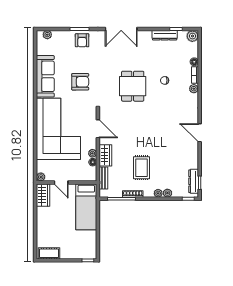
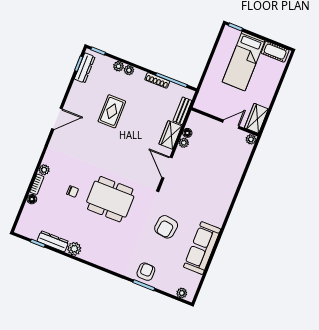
double door: (121, 29) -> (98, 267), removed
plant: (192, 36) -> (74, 249), moved
armchair: (80, 82) -> (166, 227), turned -82
dining table: (133, 86) -> (110, 199), width x1.38
corner sofa: (58, 129) -> (211, 184), removed
door: (200, 133) -> (57, 119), hinge flipped
rug: (142, 168) -> (112, 111), moved
door: (61, 183) -> (231, 124), hinge flipped
bed: (86, 207) -> (244, 61), moved, turned 180

